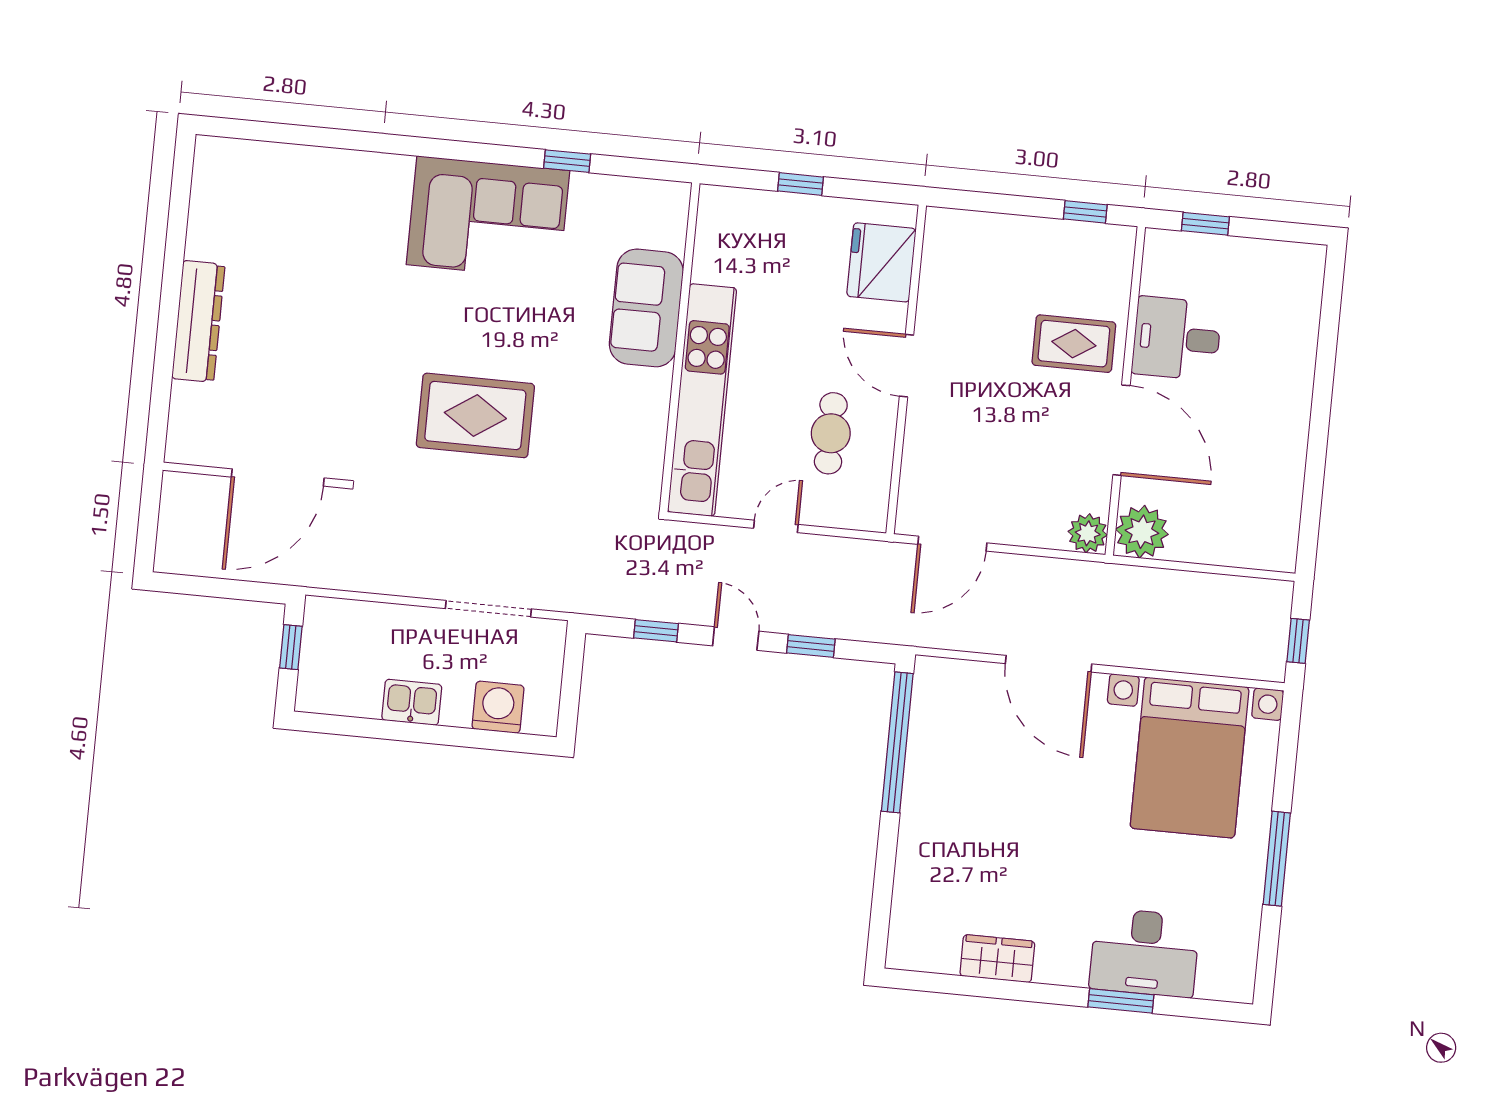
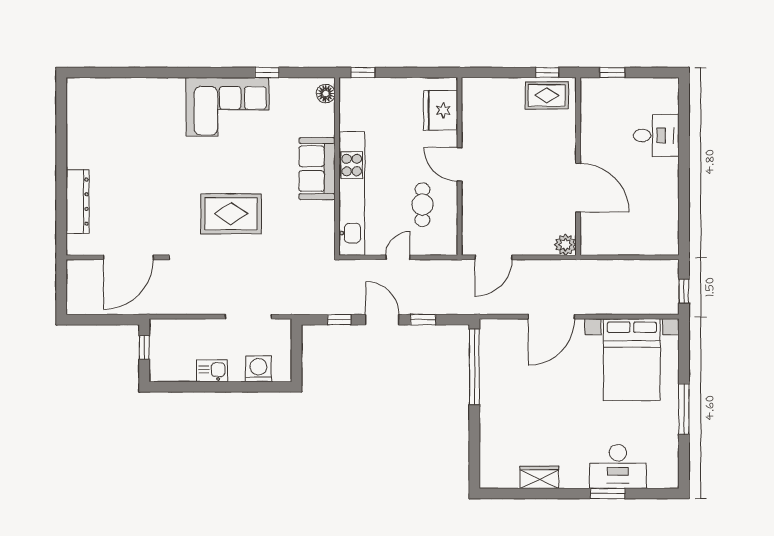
window: (801, 184) -> (363, 73), moved
floor lamp: (672, 211) -> (326, 94), added
sofa: (646, 308) -> (317, 169), moved
dresser: (198, 321) -> (78, 202), moved
desk: (1177, 338) -> (656, 136), moved, turned 180
rug: (1074, 344) -> (547, 95), moved
plant: (1142, 532) -> (594, 241), removed
door: (736, 639) -> (382, 320), width x1.38
door: (1049, 664) -> (551, 317), hinge flipped

